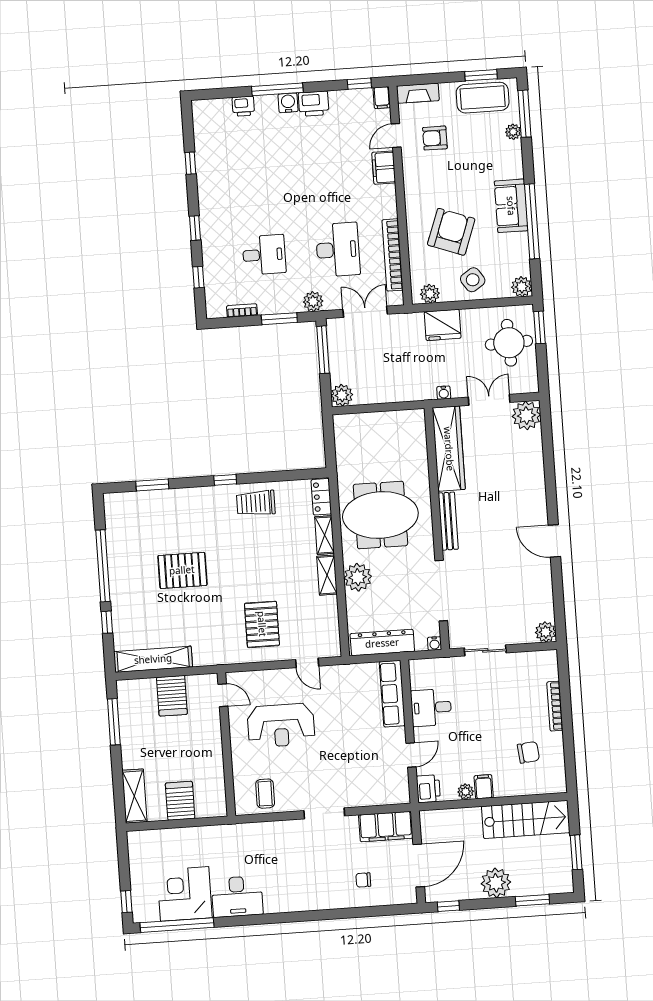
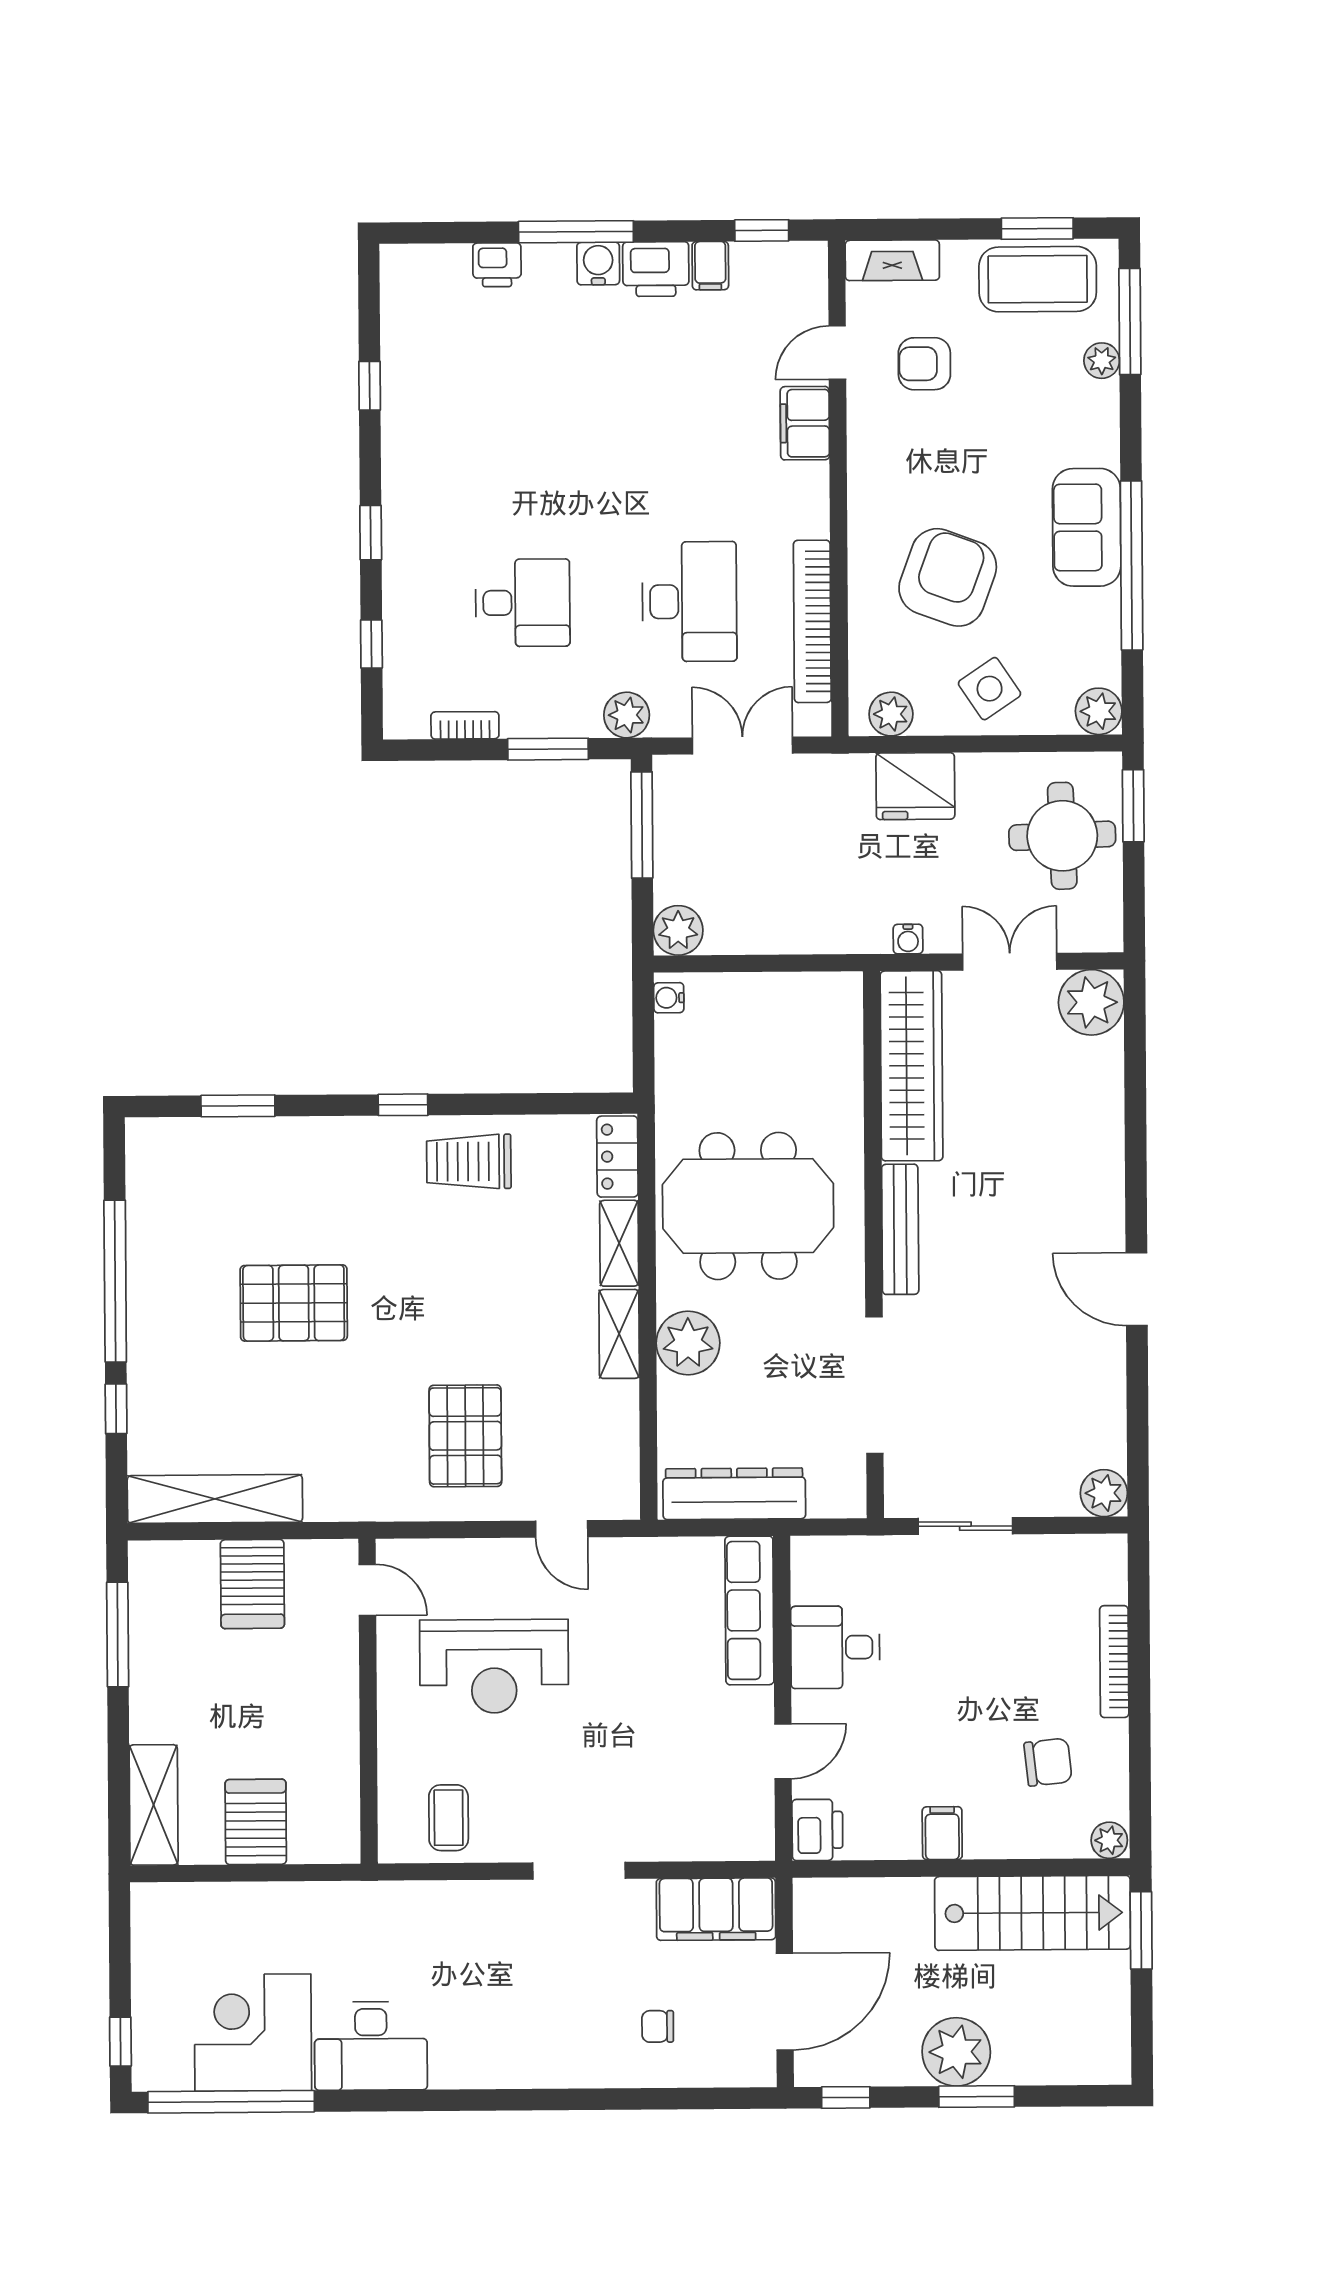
filing cabinet: (382, 98) -> (710, 266), moved
water cooler: (434, 643) -> (669, 998), moved, turned 90
plant: (466, 792) -> (1109, 1840), moved
window: (576, 852) -> (1141, 1930), moved
window: (532, 900) -> (977, 2097), moved

